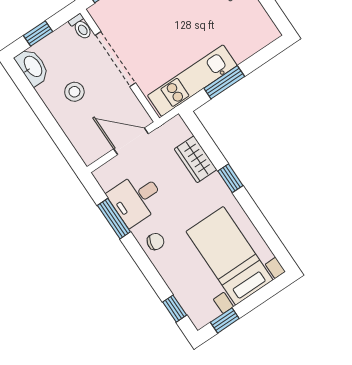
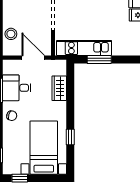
stool: (74, 92) -> (11, 34), moved
window: (230, 178) -> (70, 137), moved

